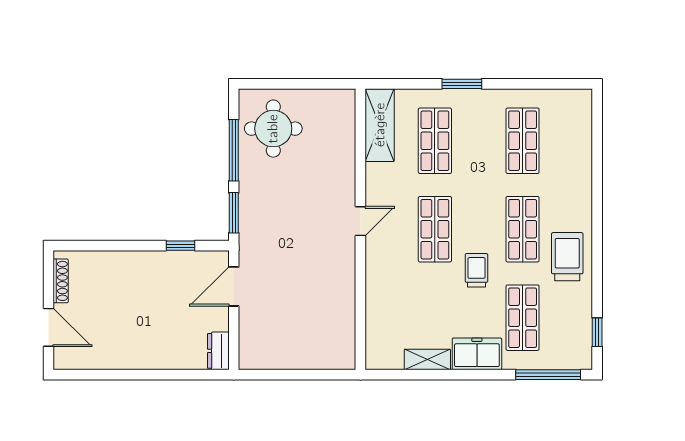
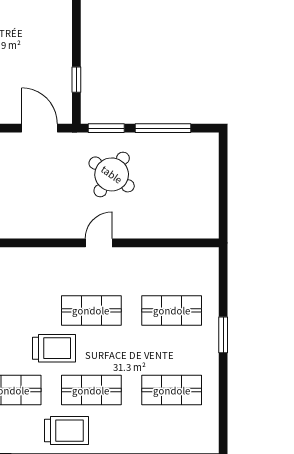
shelving: (380, 125) -> (186, 260), removed
round table: (273, 129) -> (112, 174), moved, turned 35
door: (360, 221) -> (99, 243), swing flipped
trolley: (477, 270) -> (54, 348), width x1.36, depth x1.39

